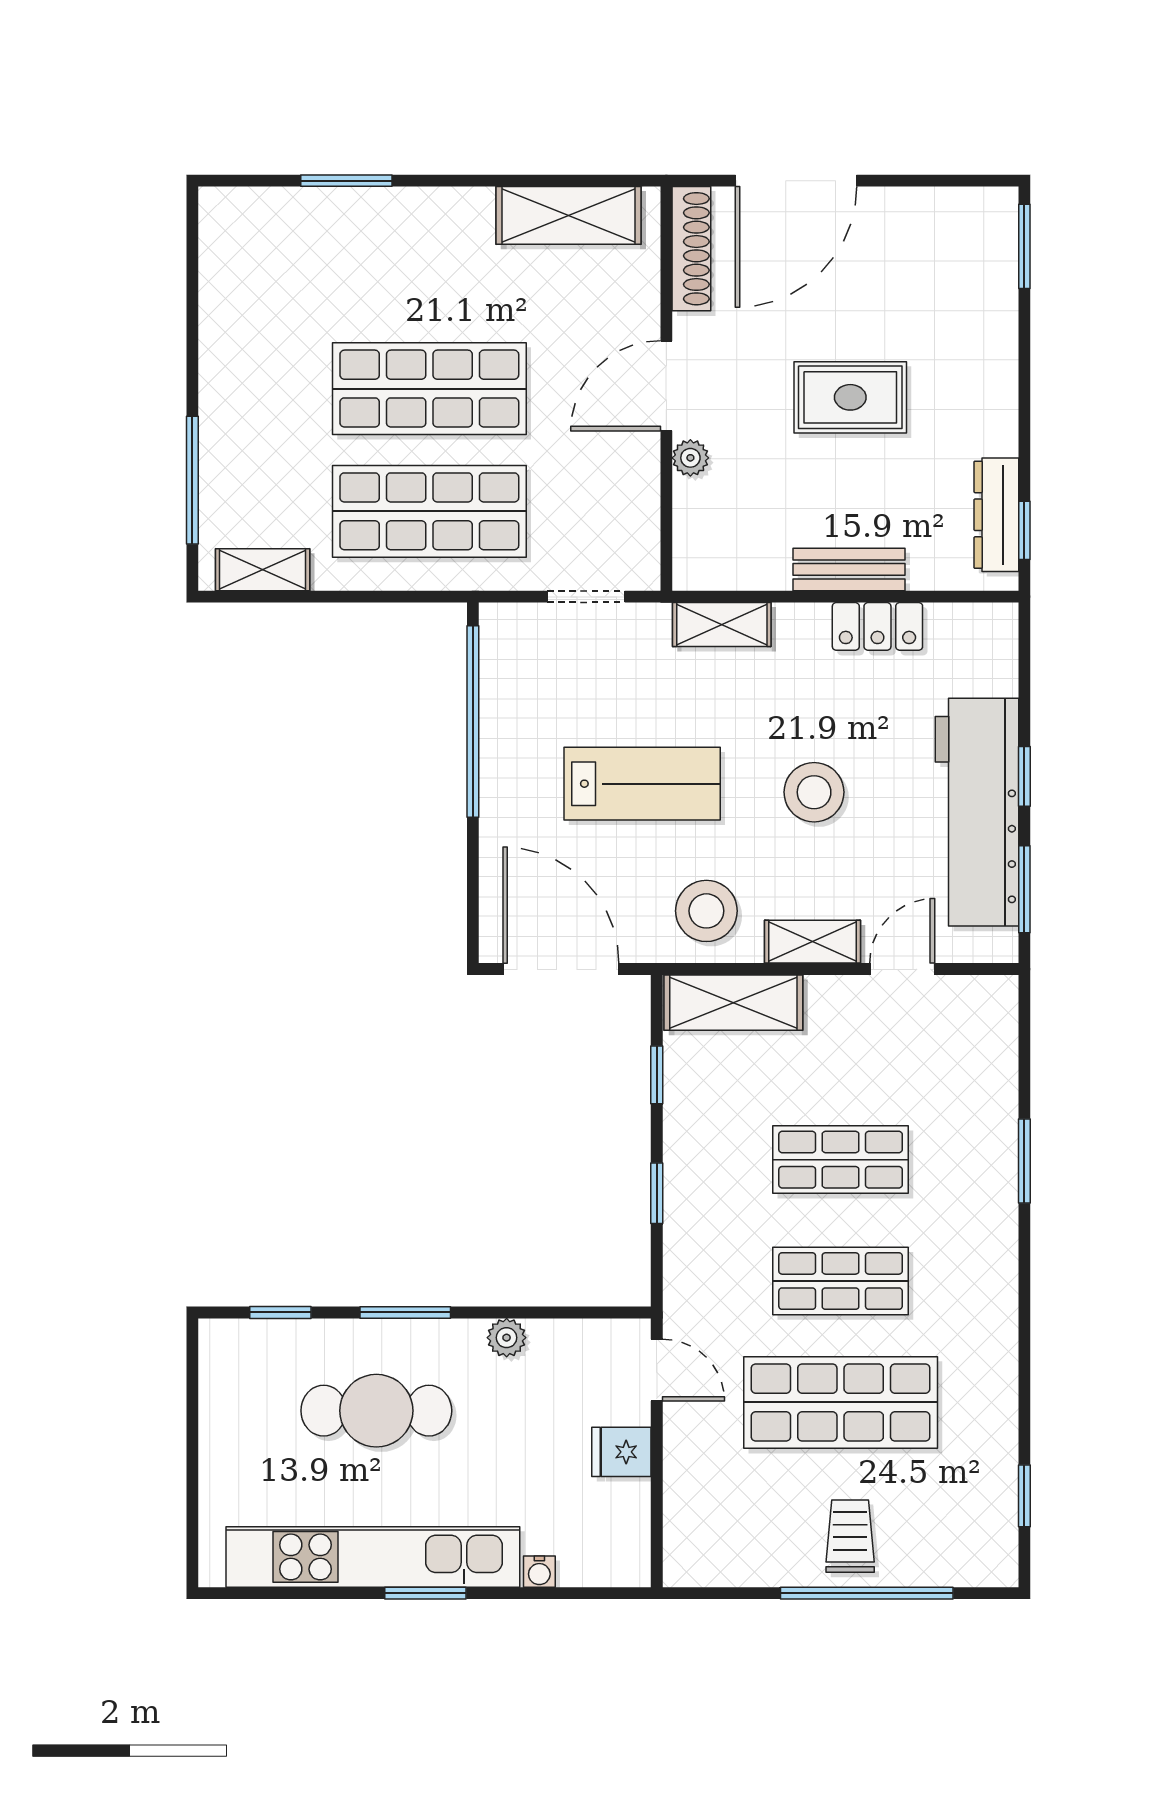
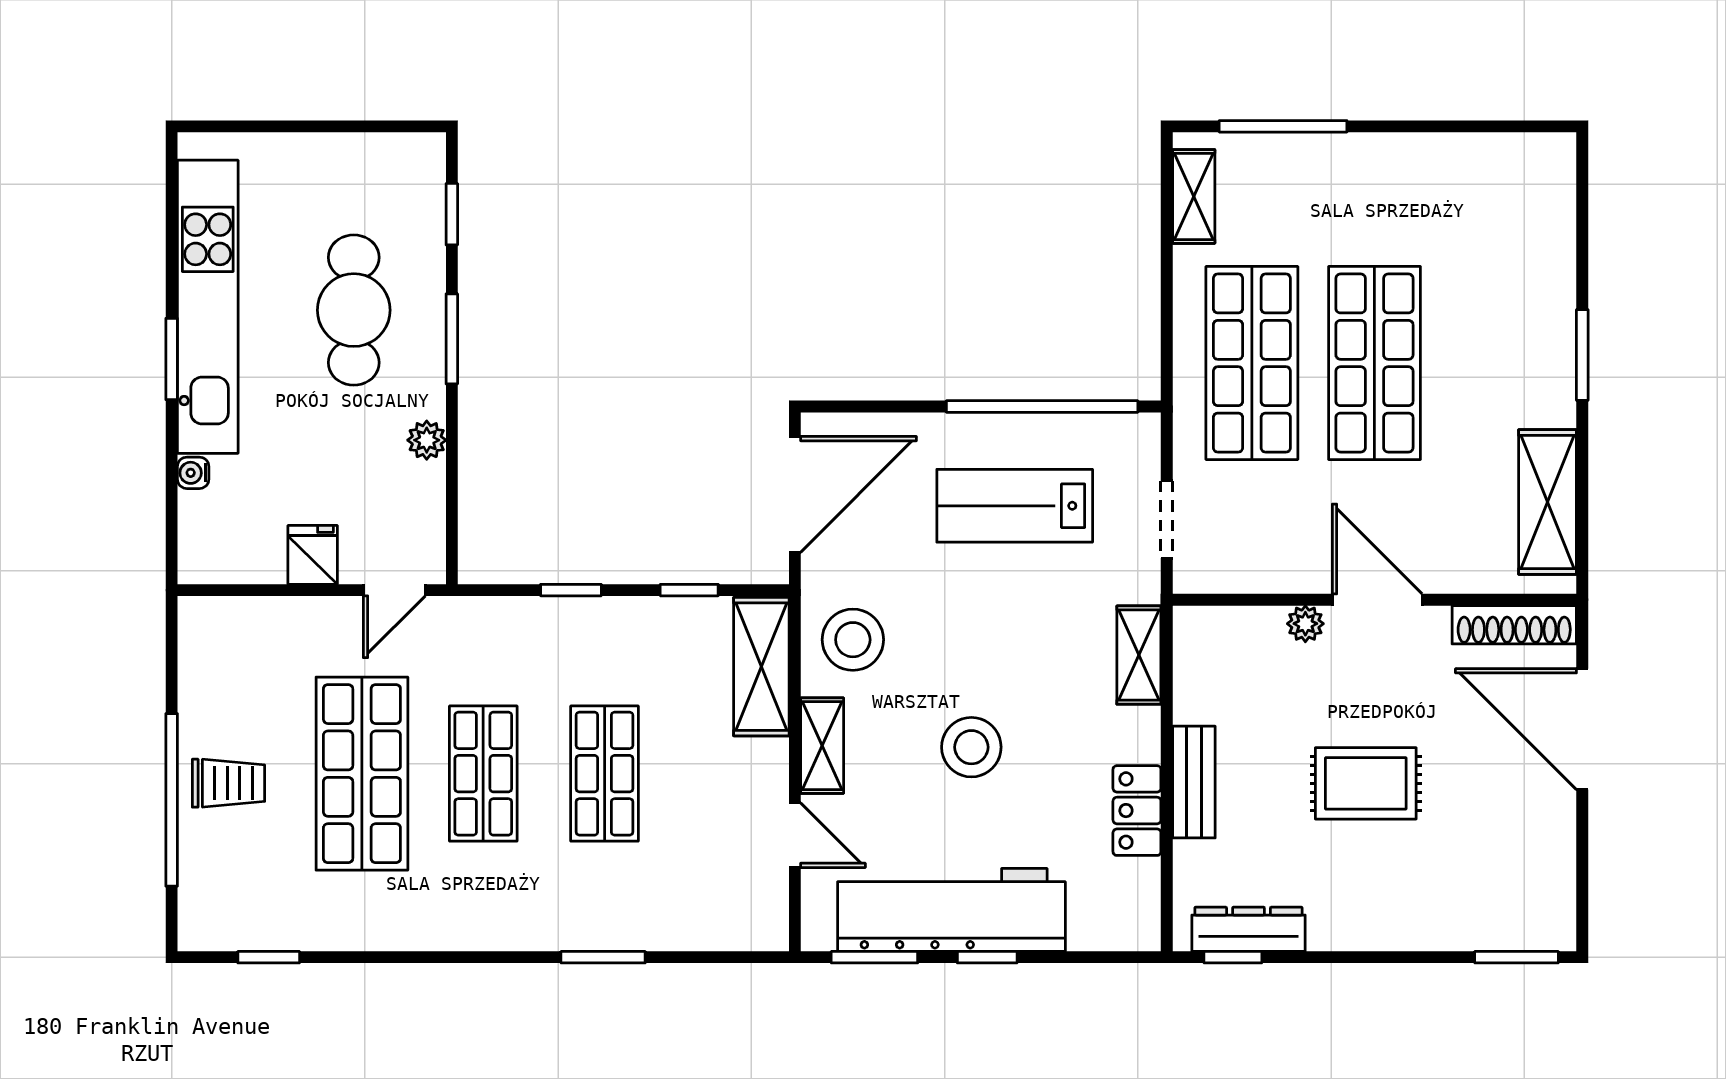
window: (346, 181) -> (1582, 355), moved
rug: (850, 397) -> (1366, 783), turned 90
lab bench: (642, 784) -> (1015, 506), moved, turned 90

